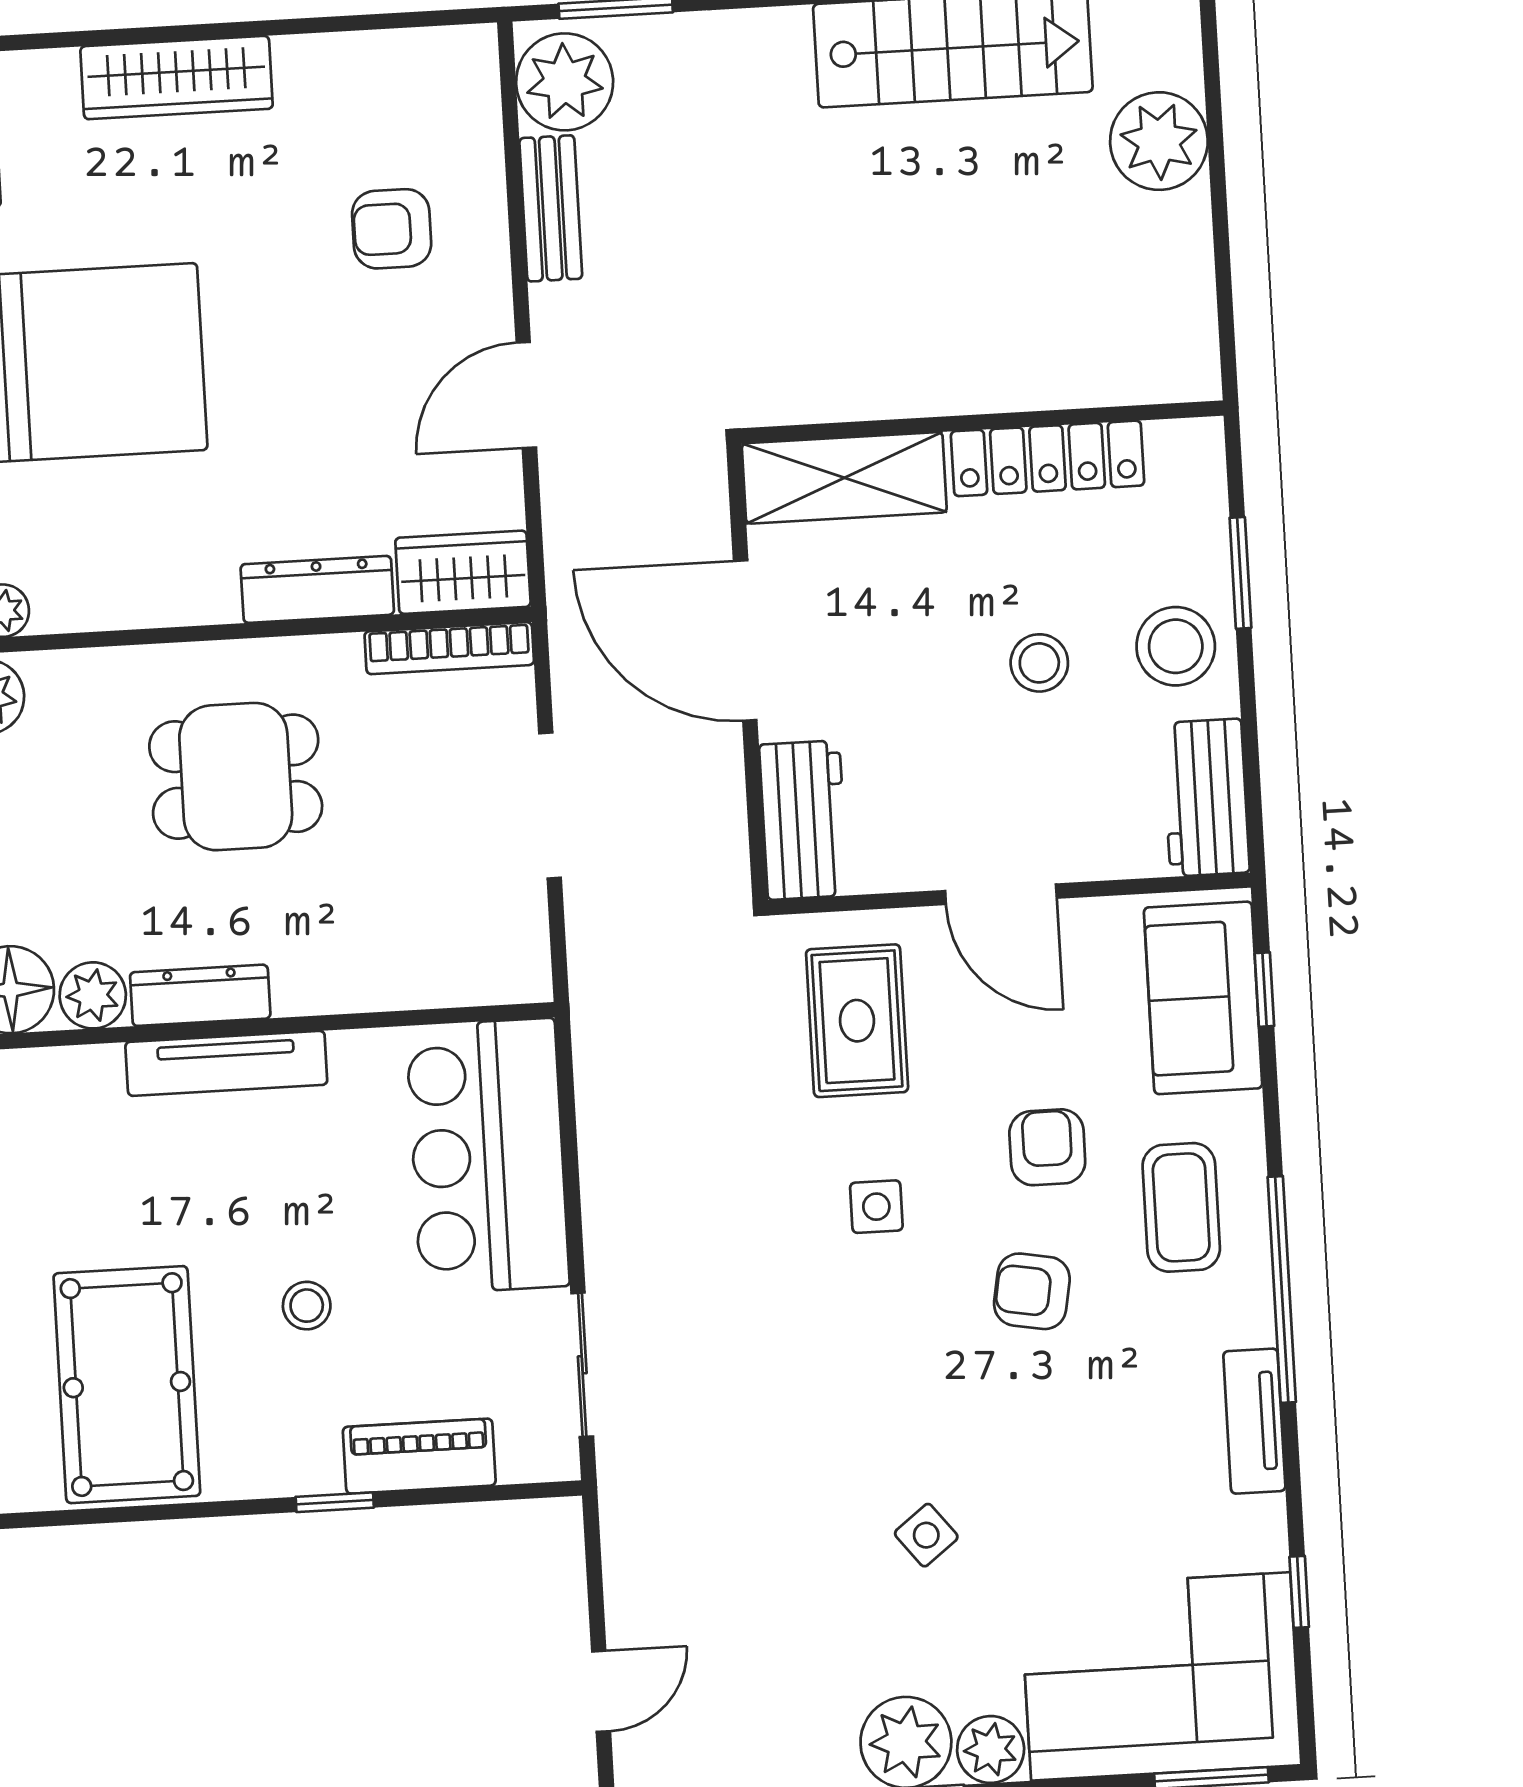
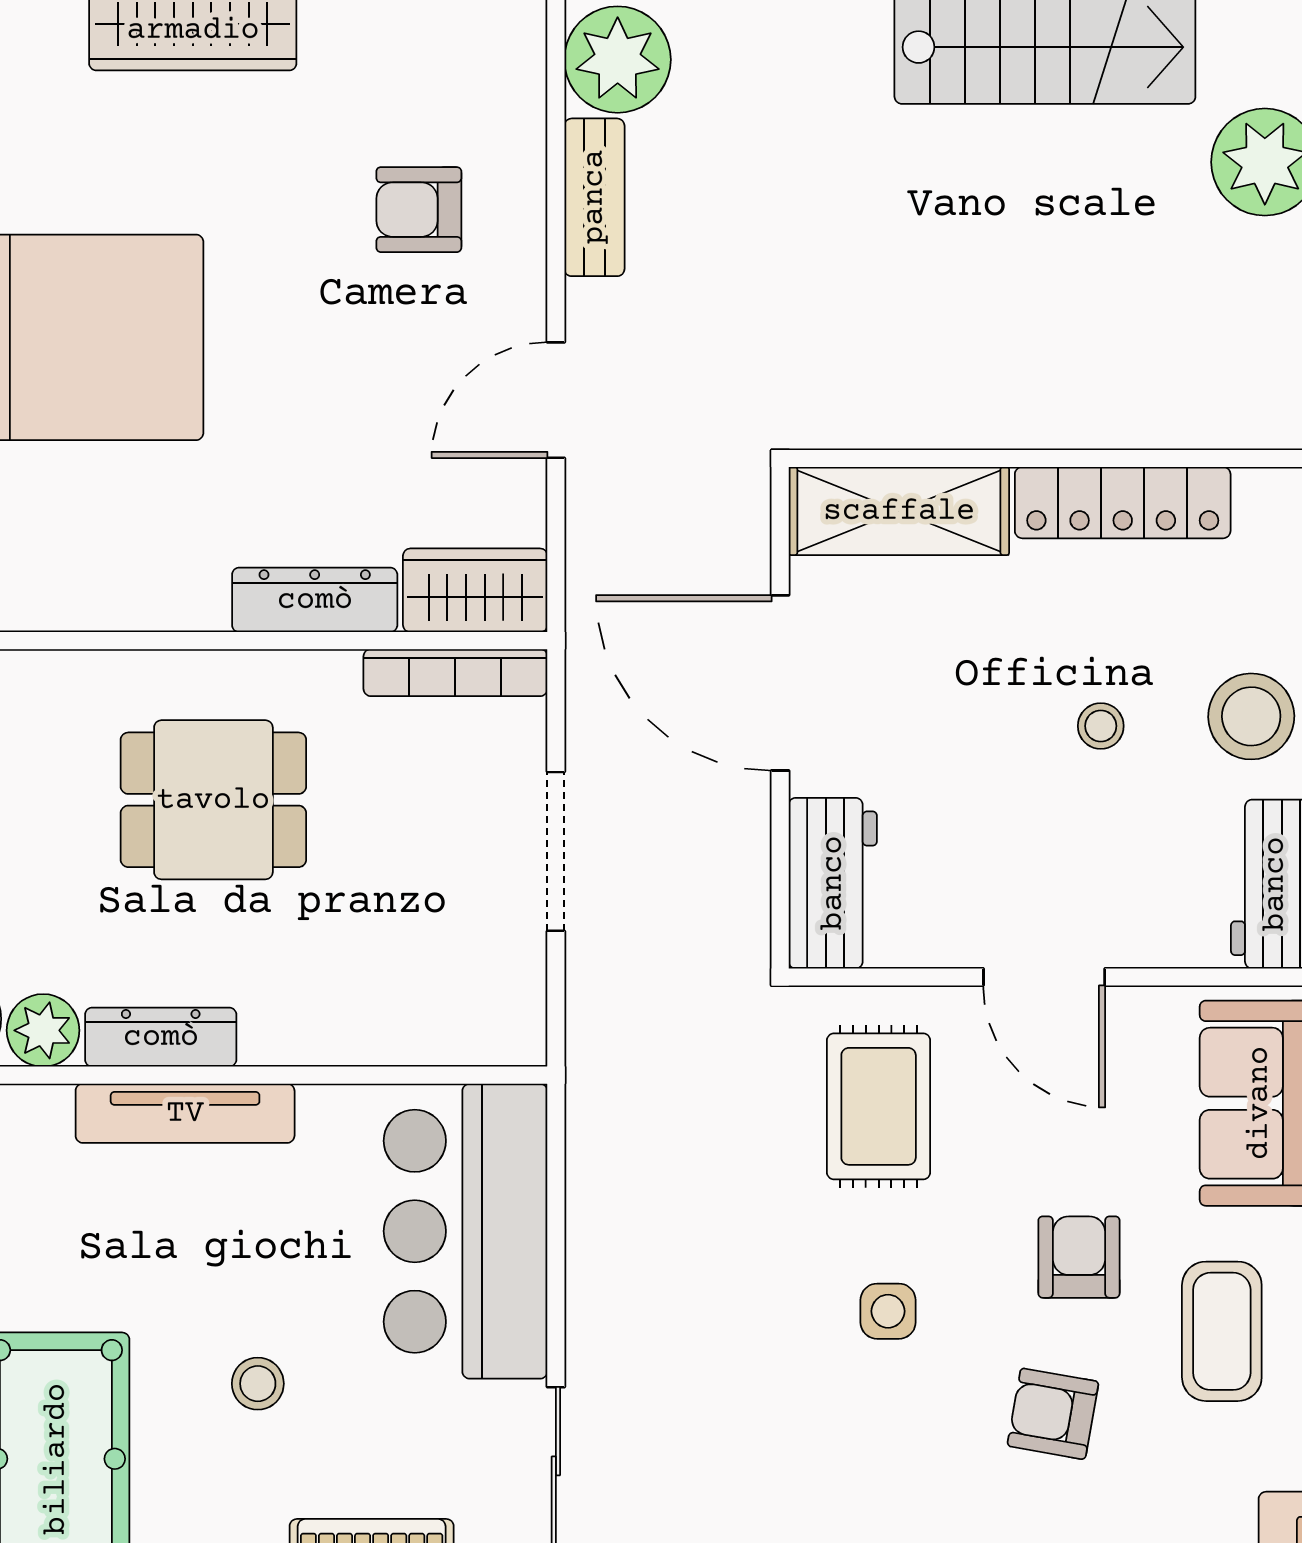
stool: (1039, 663) -> (1101, 726), width x0.73, depth x0.73

